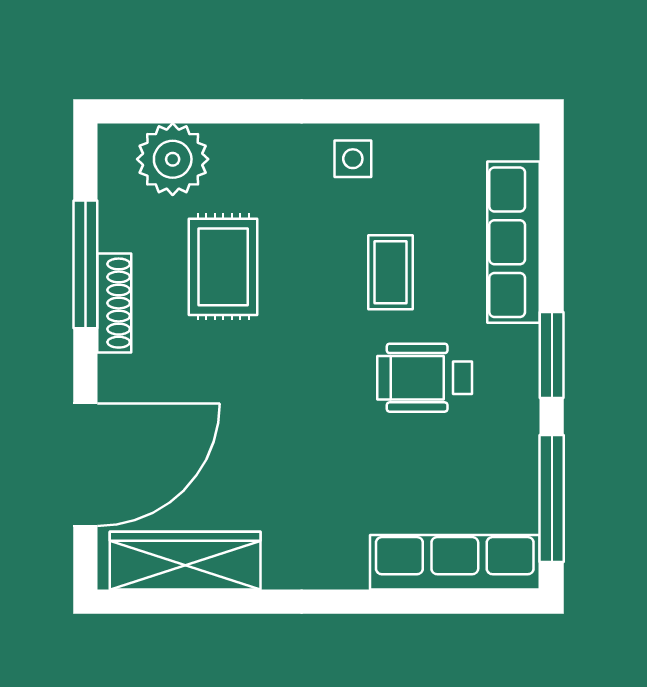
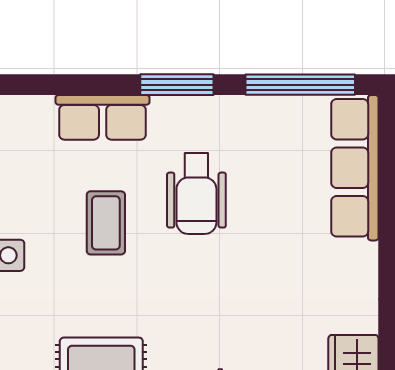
row of seats: (513, 242) -> (103, 117), width x0.68
coffee table: (391, 272) -> (106, 223), turned 90

